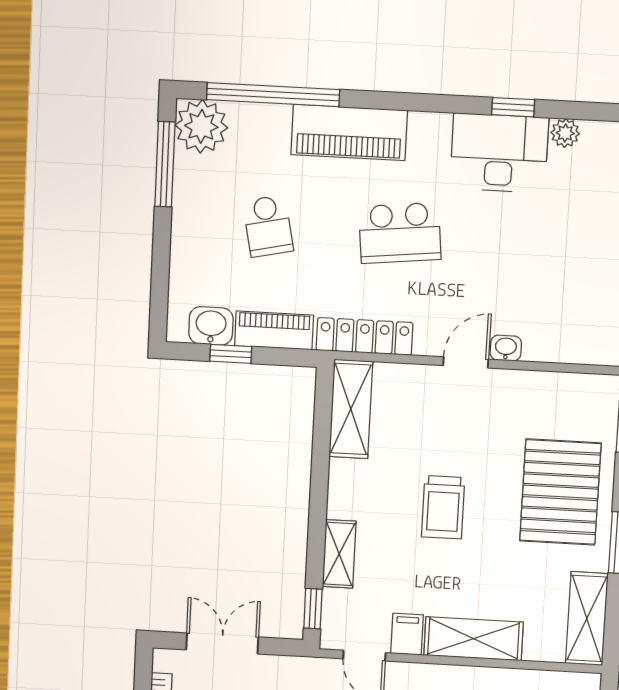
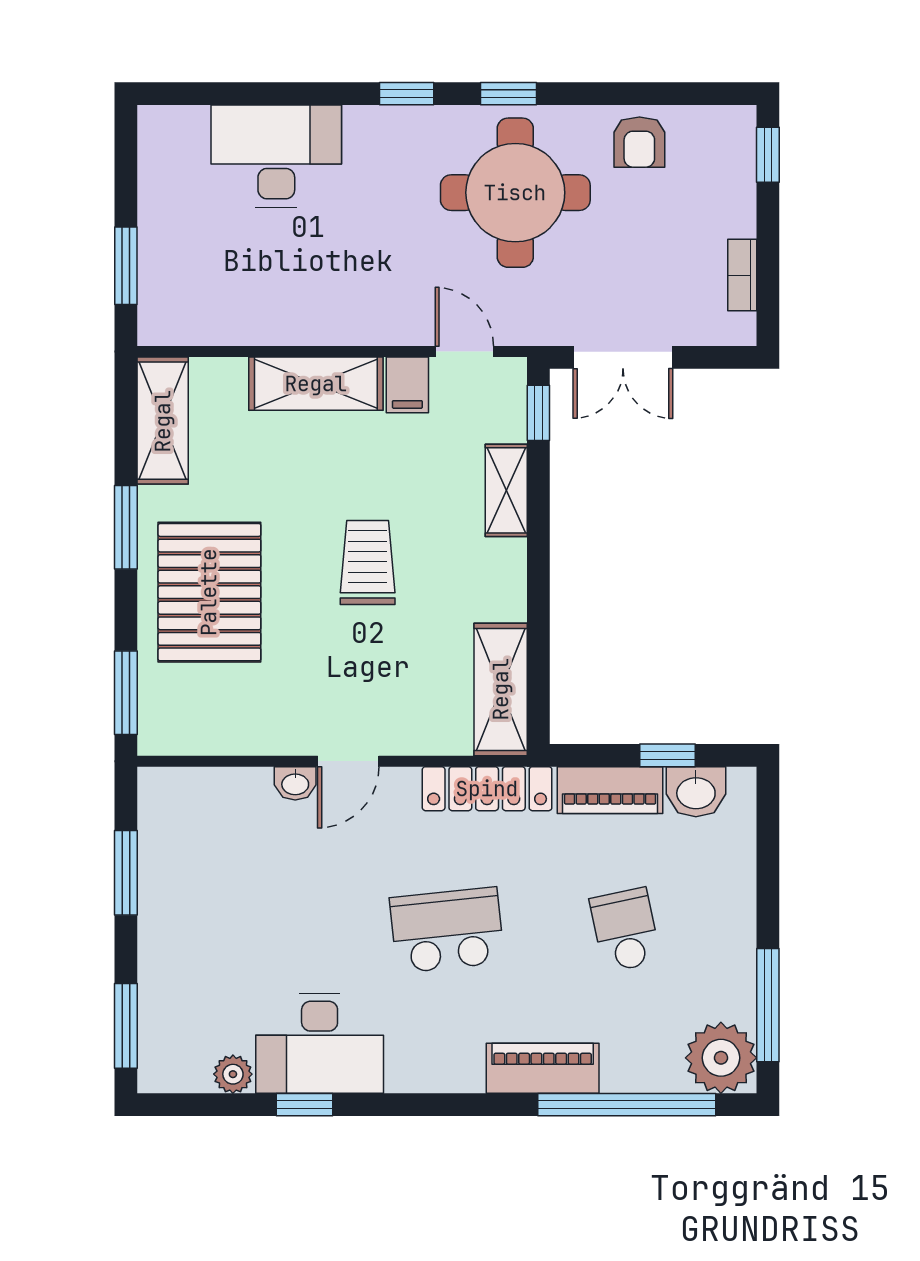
piano: (349, 132) -> (543, 1068), width x0.73, depth x0.75
double door: (222, 643) -> (623, 357), moved

